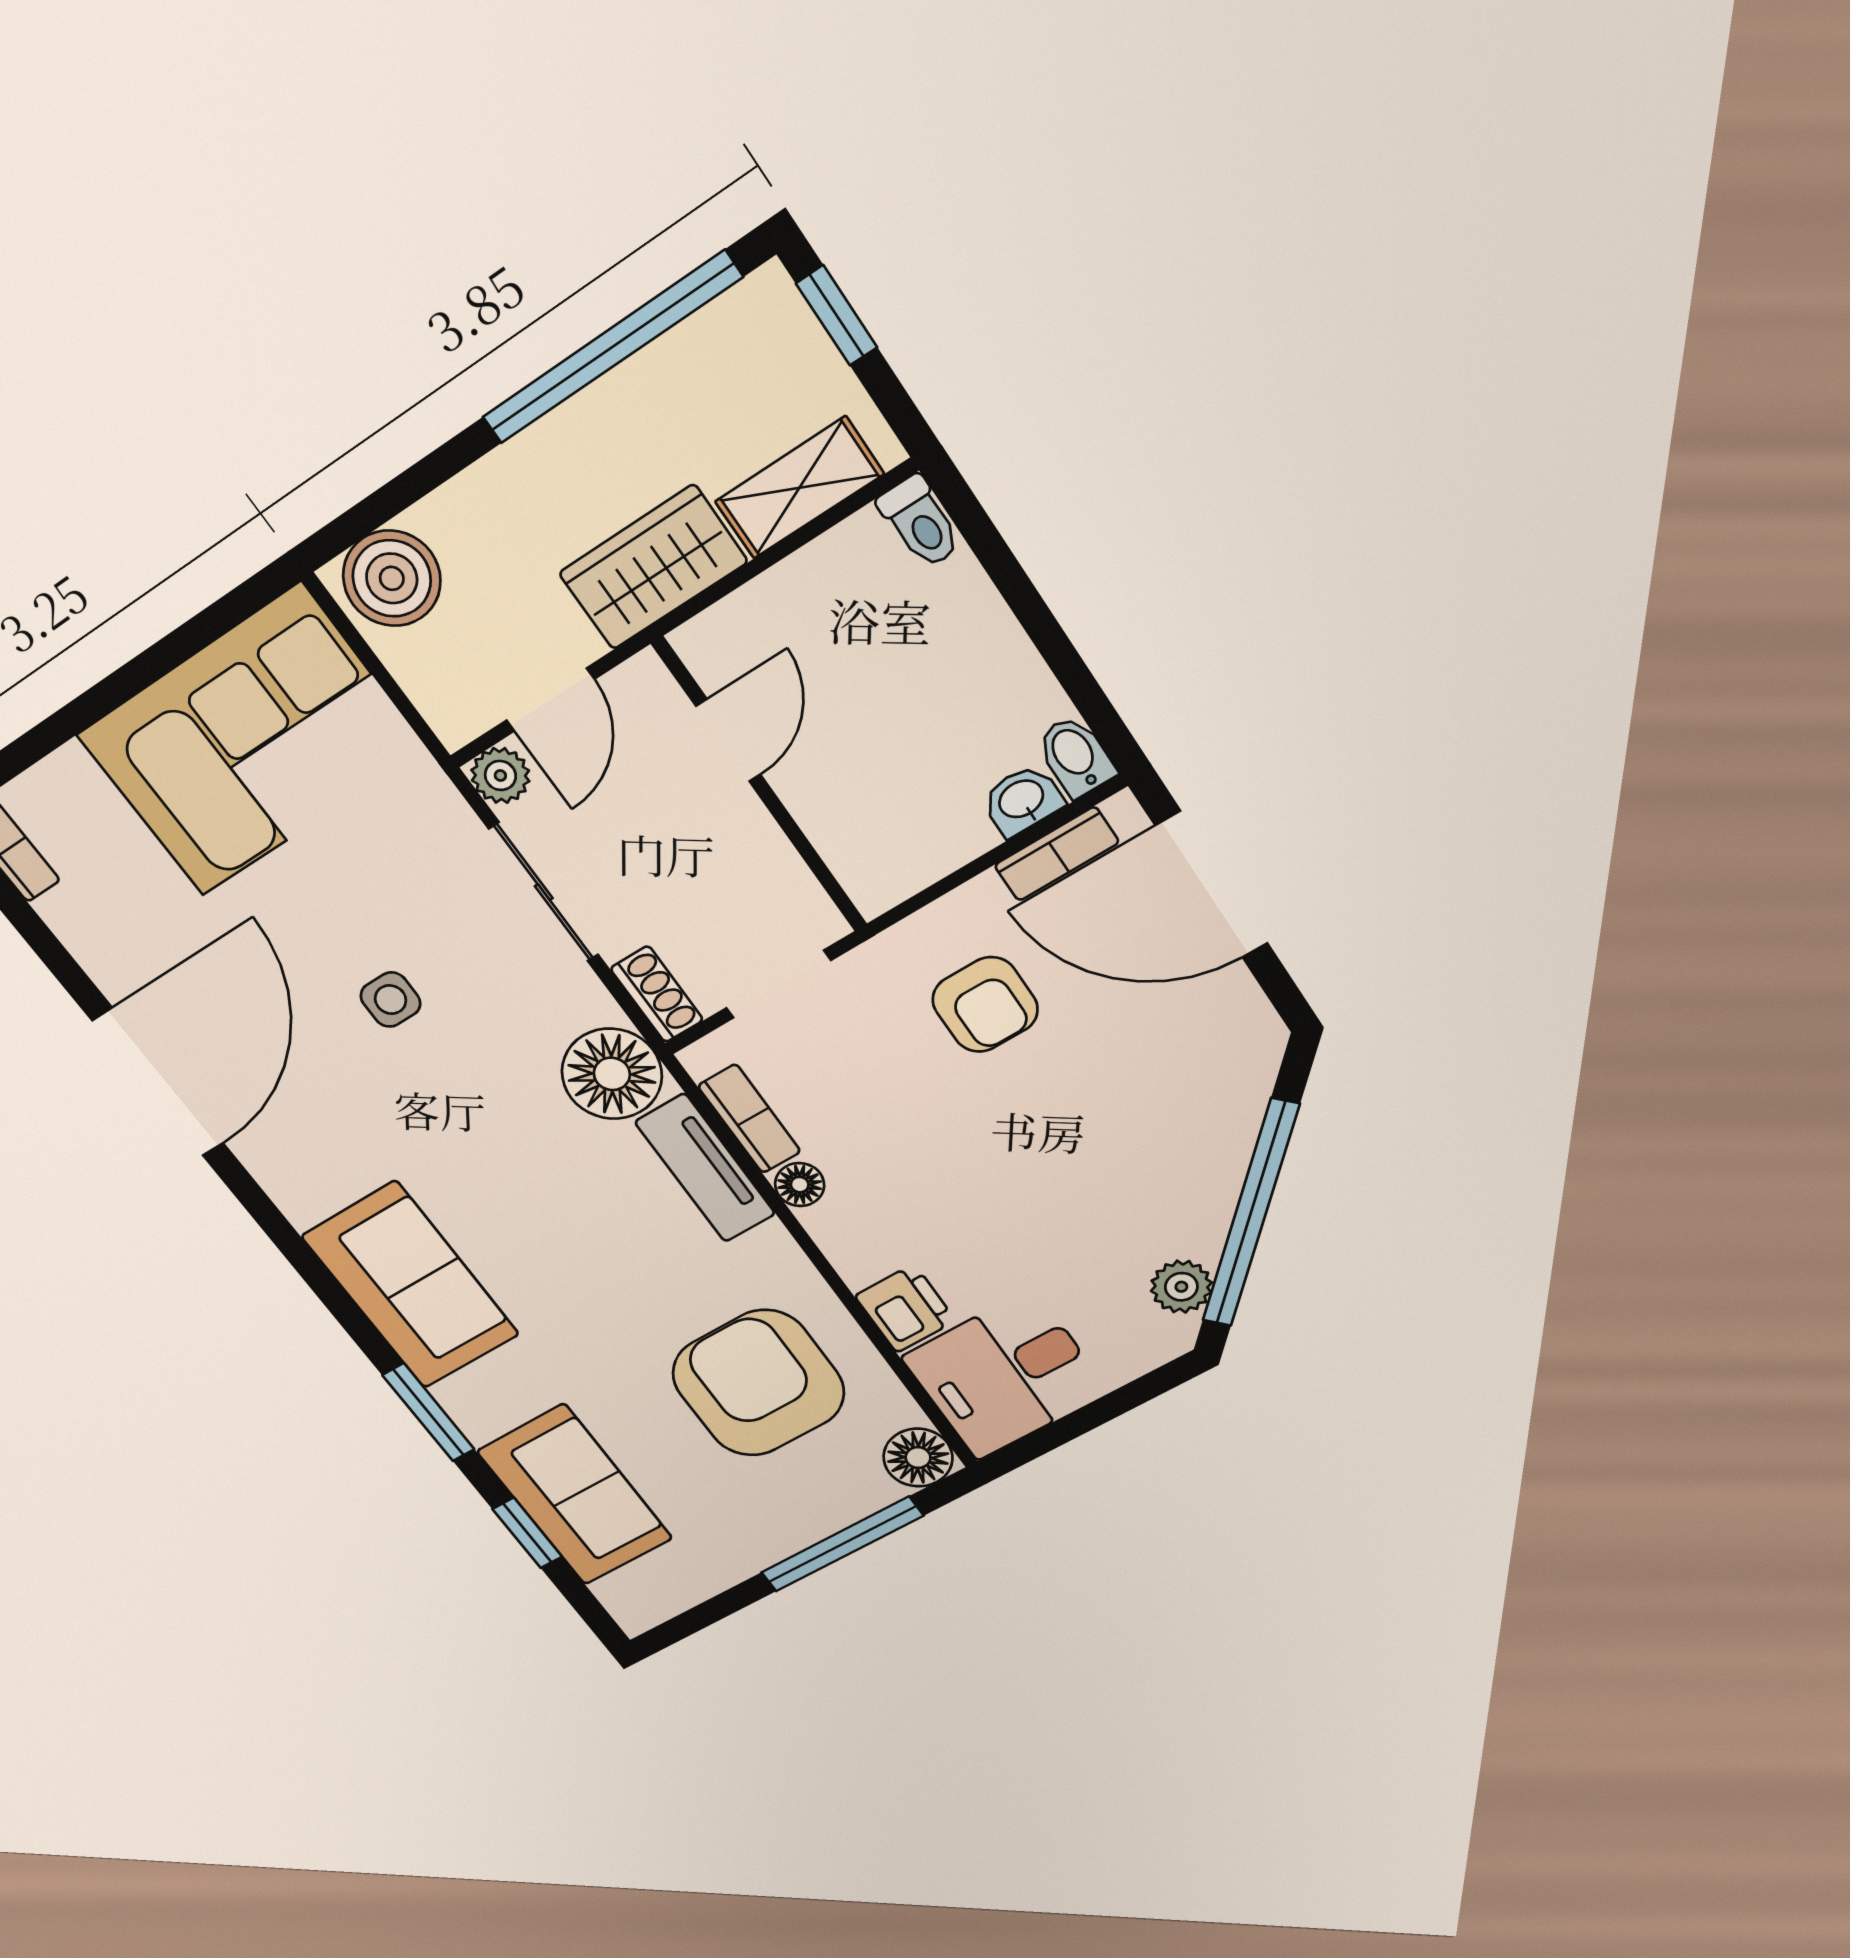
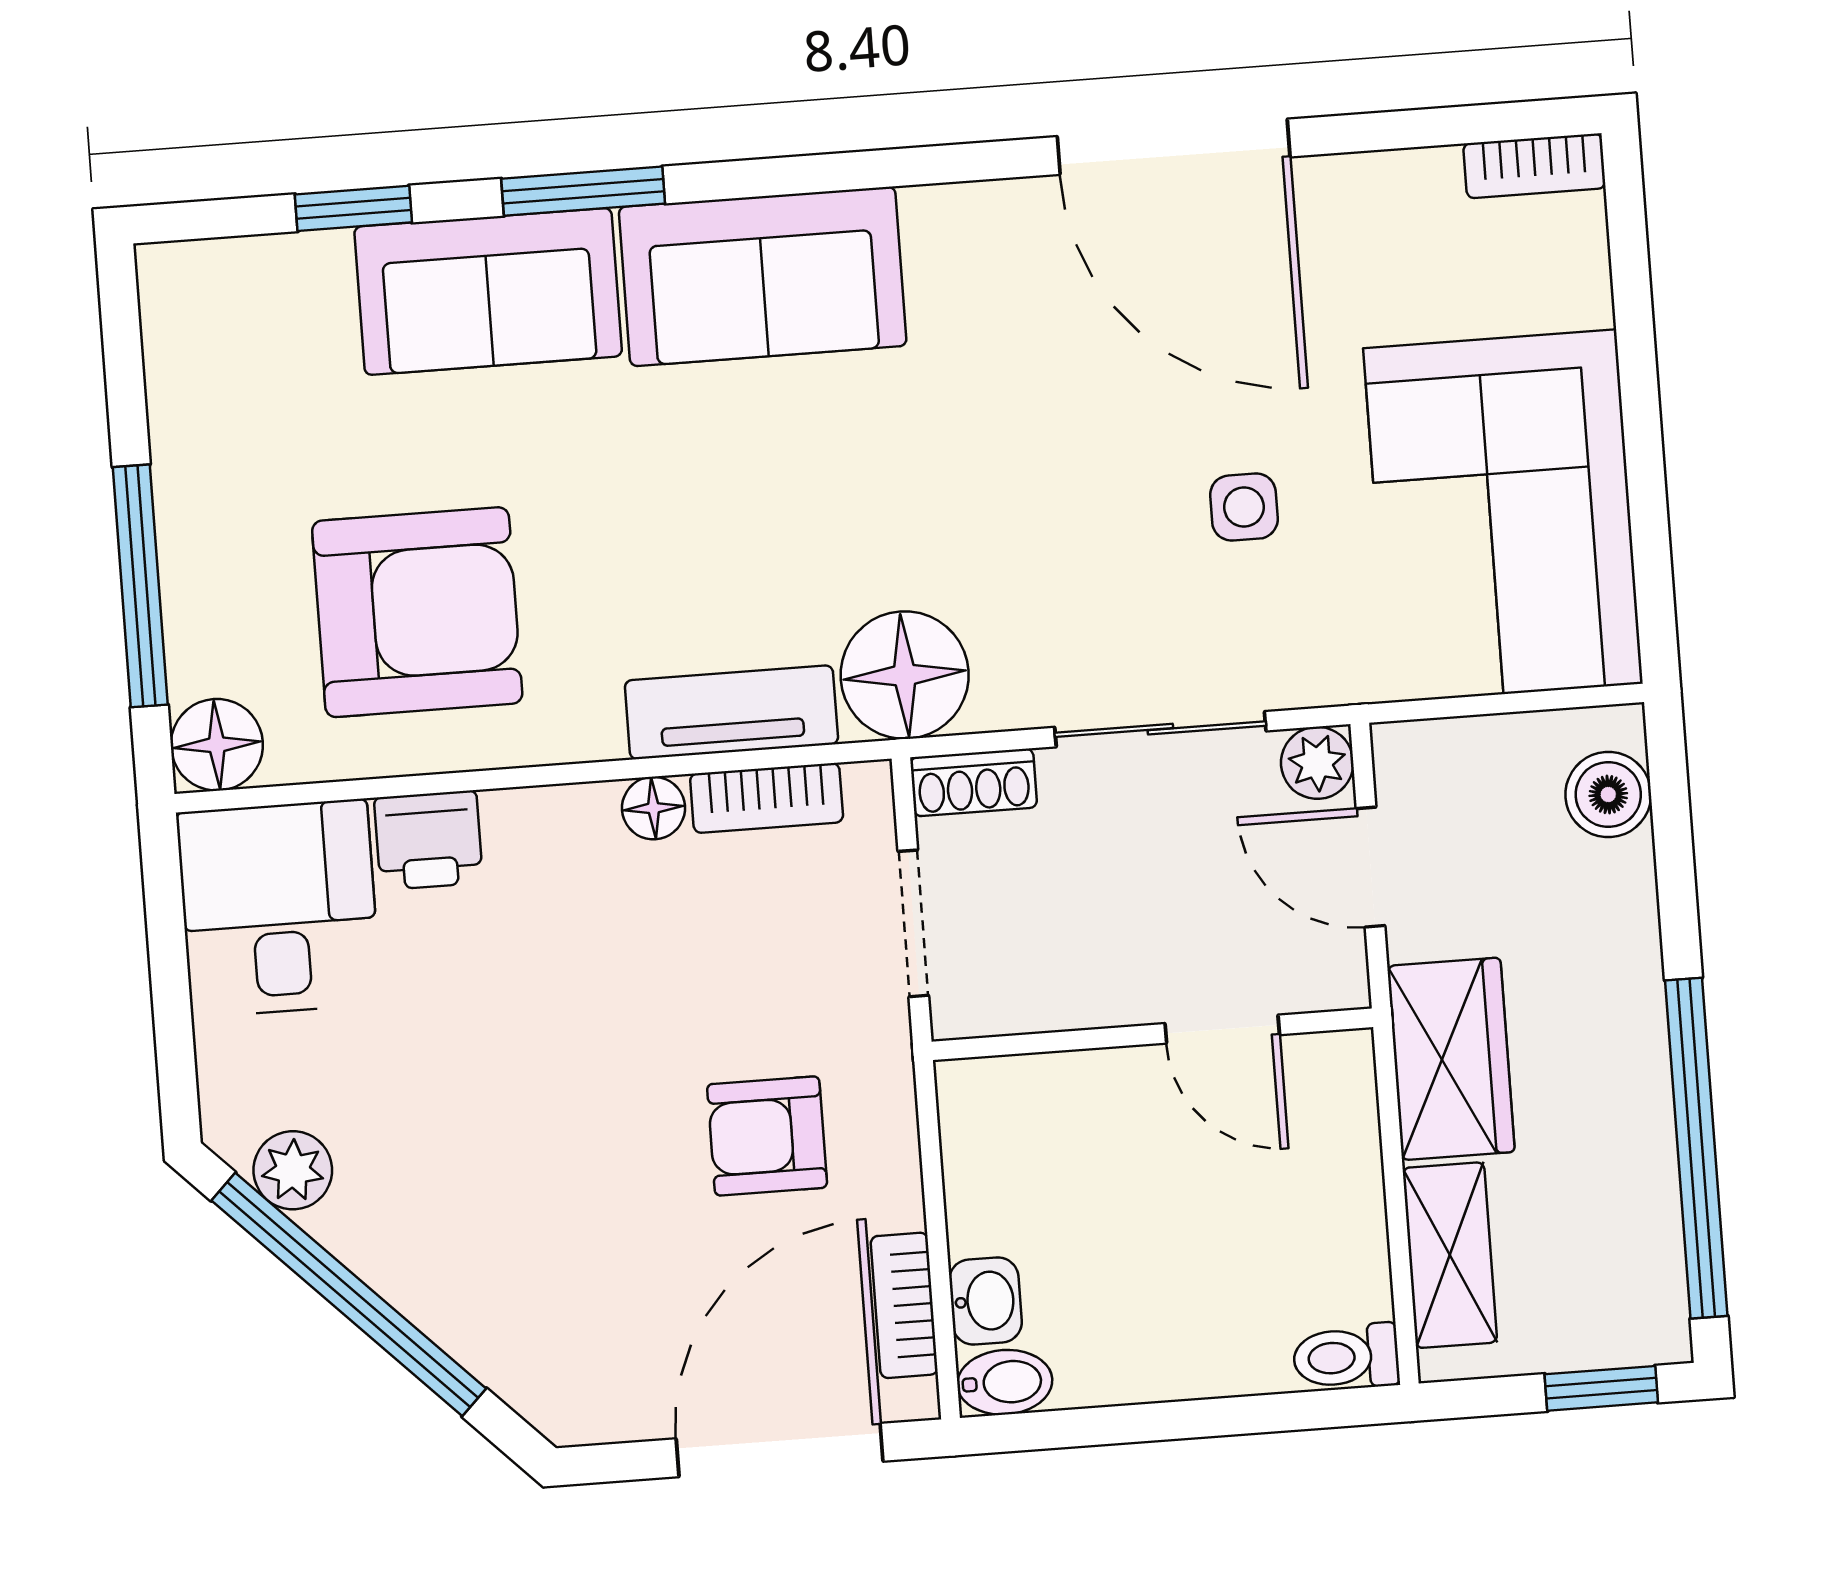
boiler: (392, 578) -> (1608, 795), width x0.73, depth x0.73
side table: (391, 1000) -> (1244, 507), moved
sofa: (575, 1495) -> (488, 291), moved

